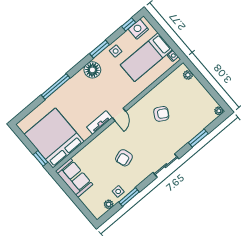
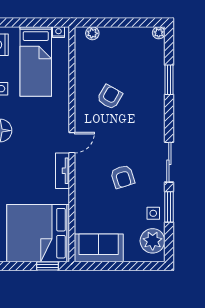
door: (119, 114) -> (72, 143), hinge flipped
sliding door: (166, 166) -> (169, 162), moved
plant: (109, 204) -> (153, 241), width x1.88, depth x1.88

